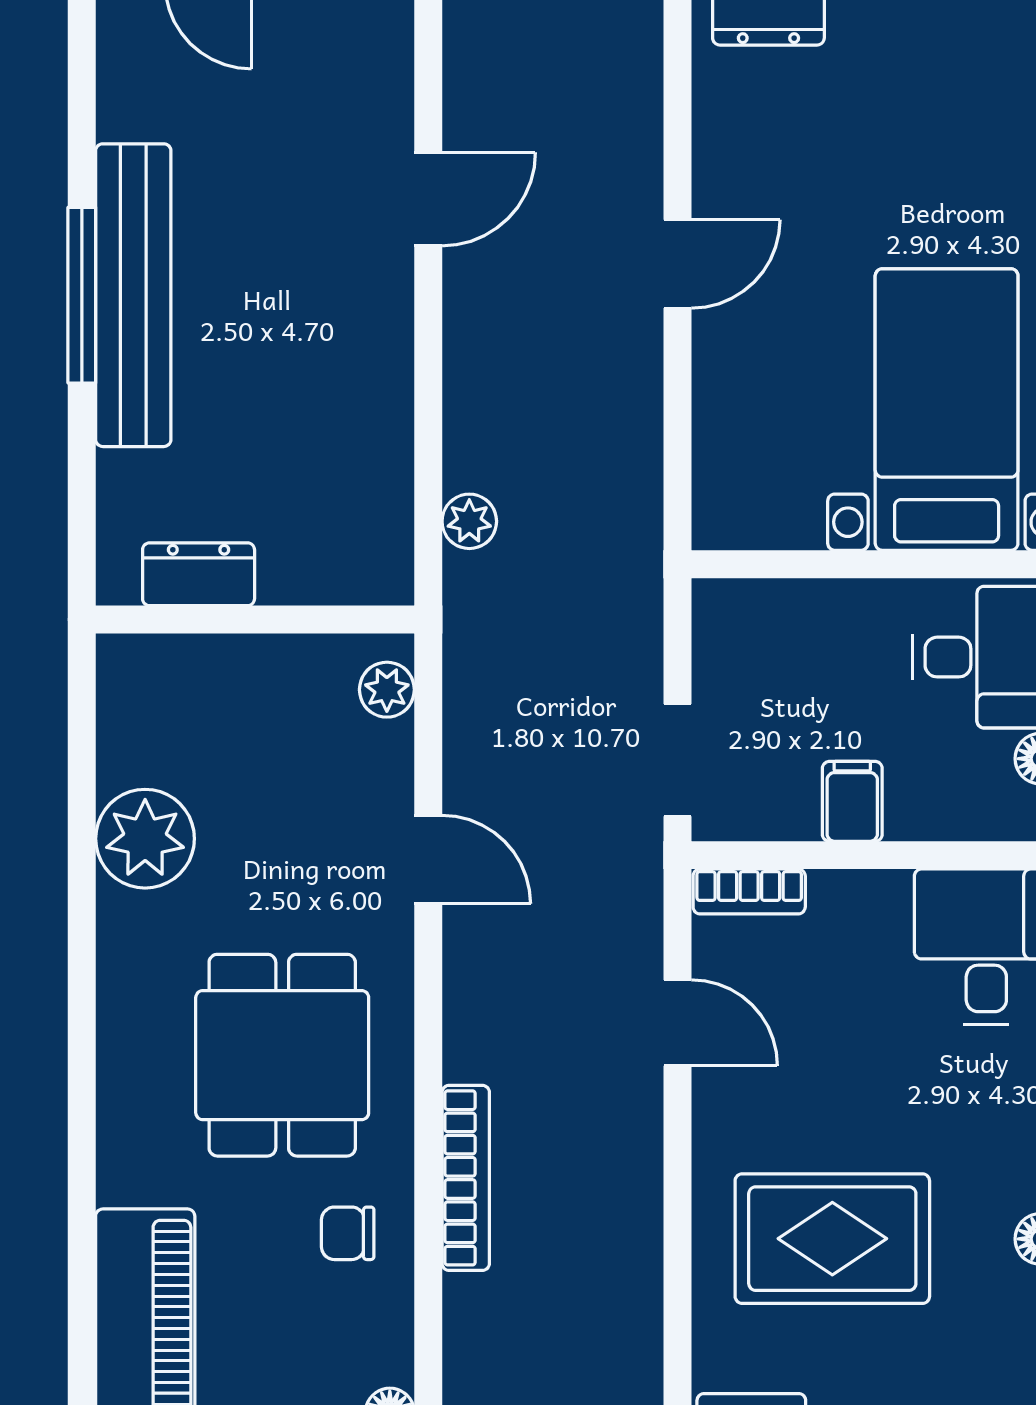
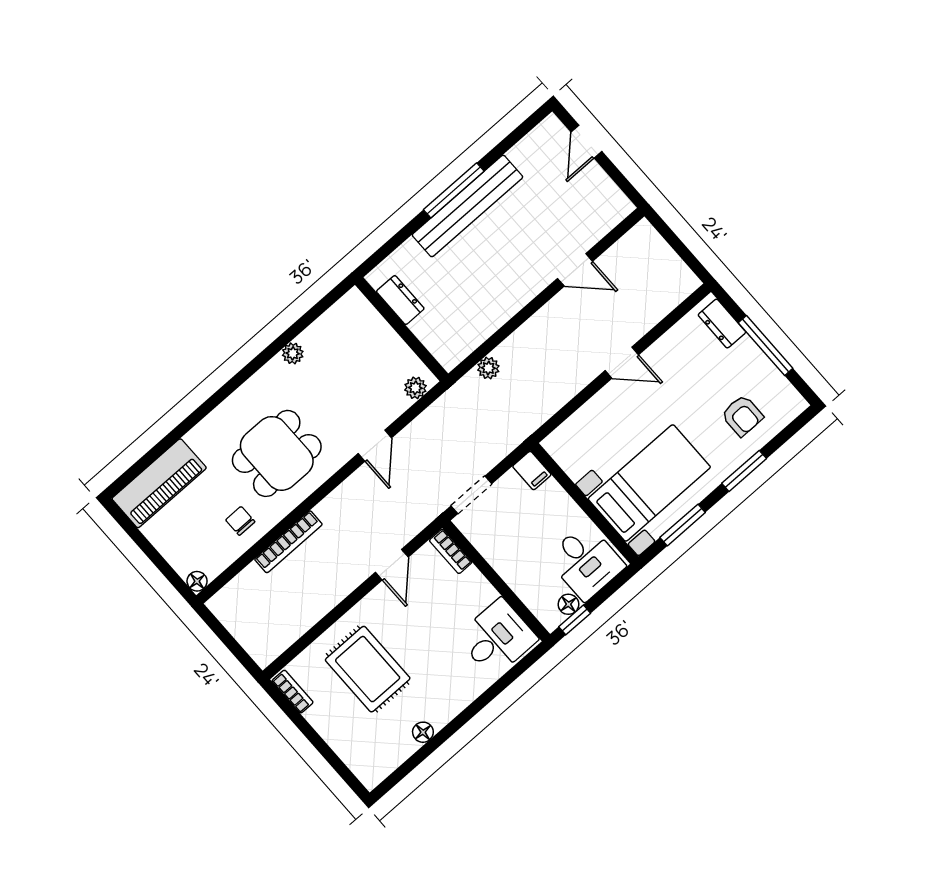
armchair: (973, 126) -> (742, 416), added
filing cabinet: (852, 801) -> (532, 471), moved, turned 90
plant: (145, 839) -> (293, 353), width x0.53, depth x0.53

